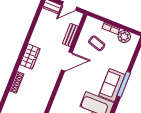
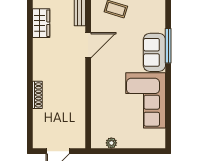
wardrobe: (30, 57) -> (41, 23), moved

